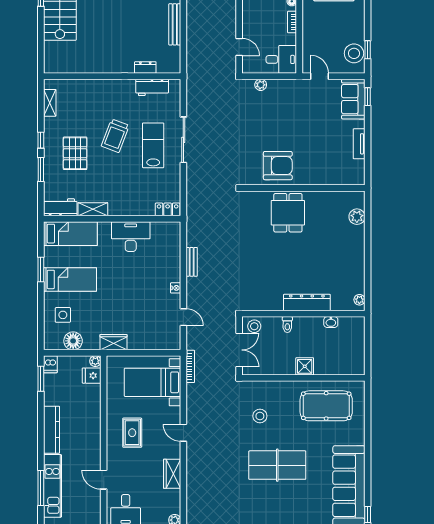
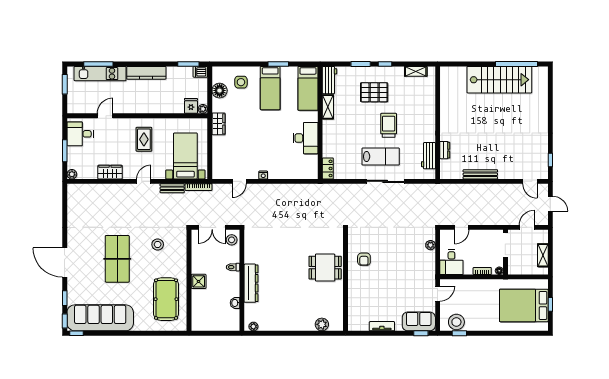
trolley: (115, 136) -> (389, 125), turned 69
armchair: (278, 166) -> (364, 259), width x0.53, depth x0.53
bench: (192, 262) -> (172, 188), moved
rug: (132, 433) -> (144, 139), turned 90

